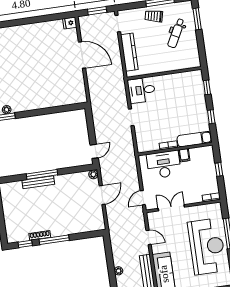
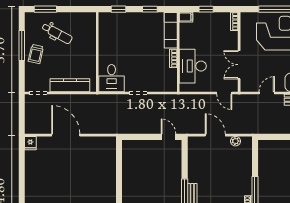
window: (97, 11) -> (22, 113), removed
door: (82, 55) -> (66, 135), hinge flipped
filing cabinet: (184, 155) -> (186, 17), moved
plant: (93, 174) -> (235, 141), moved

